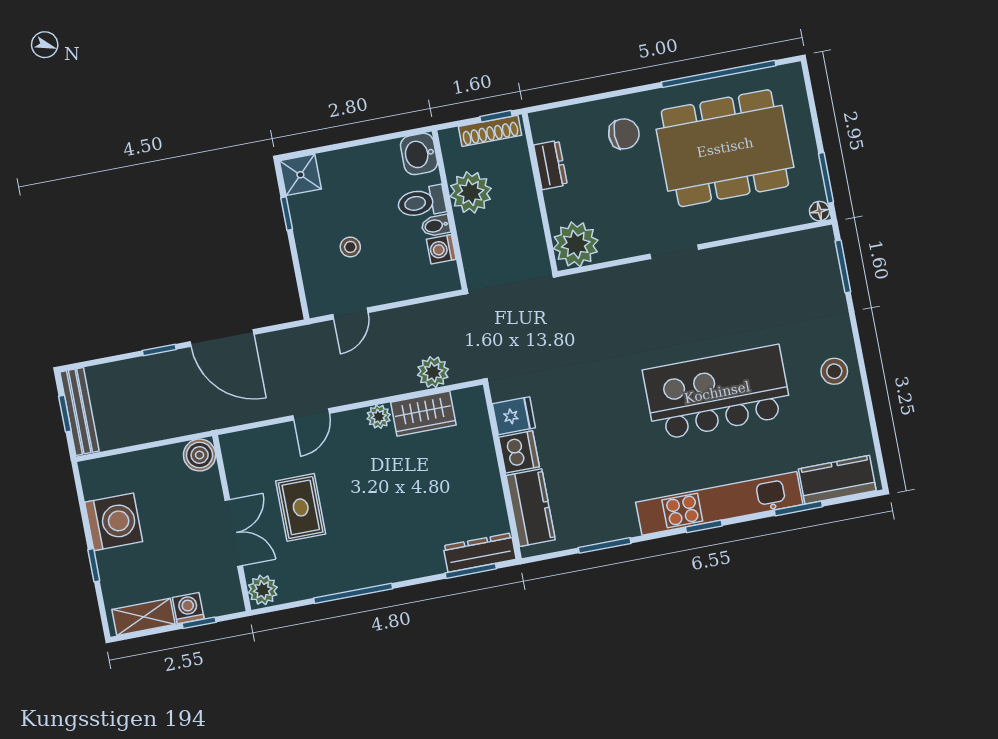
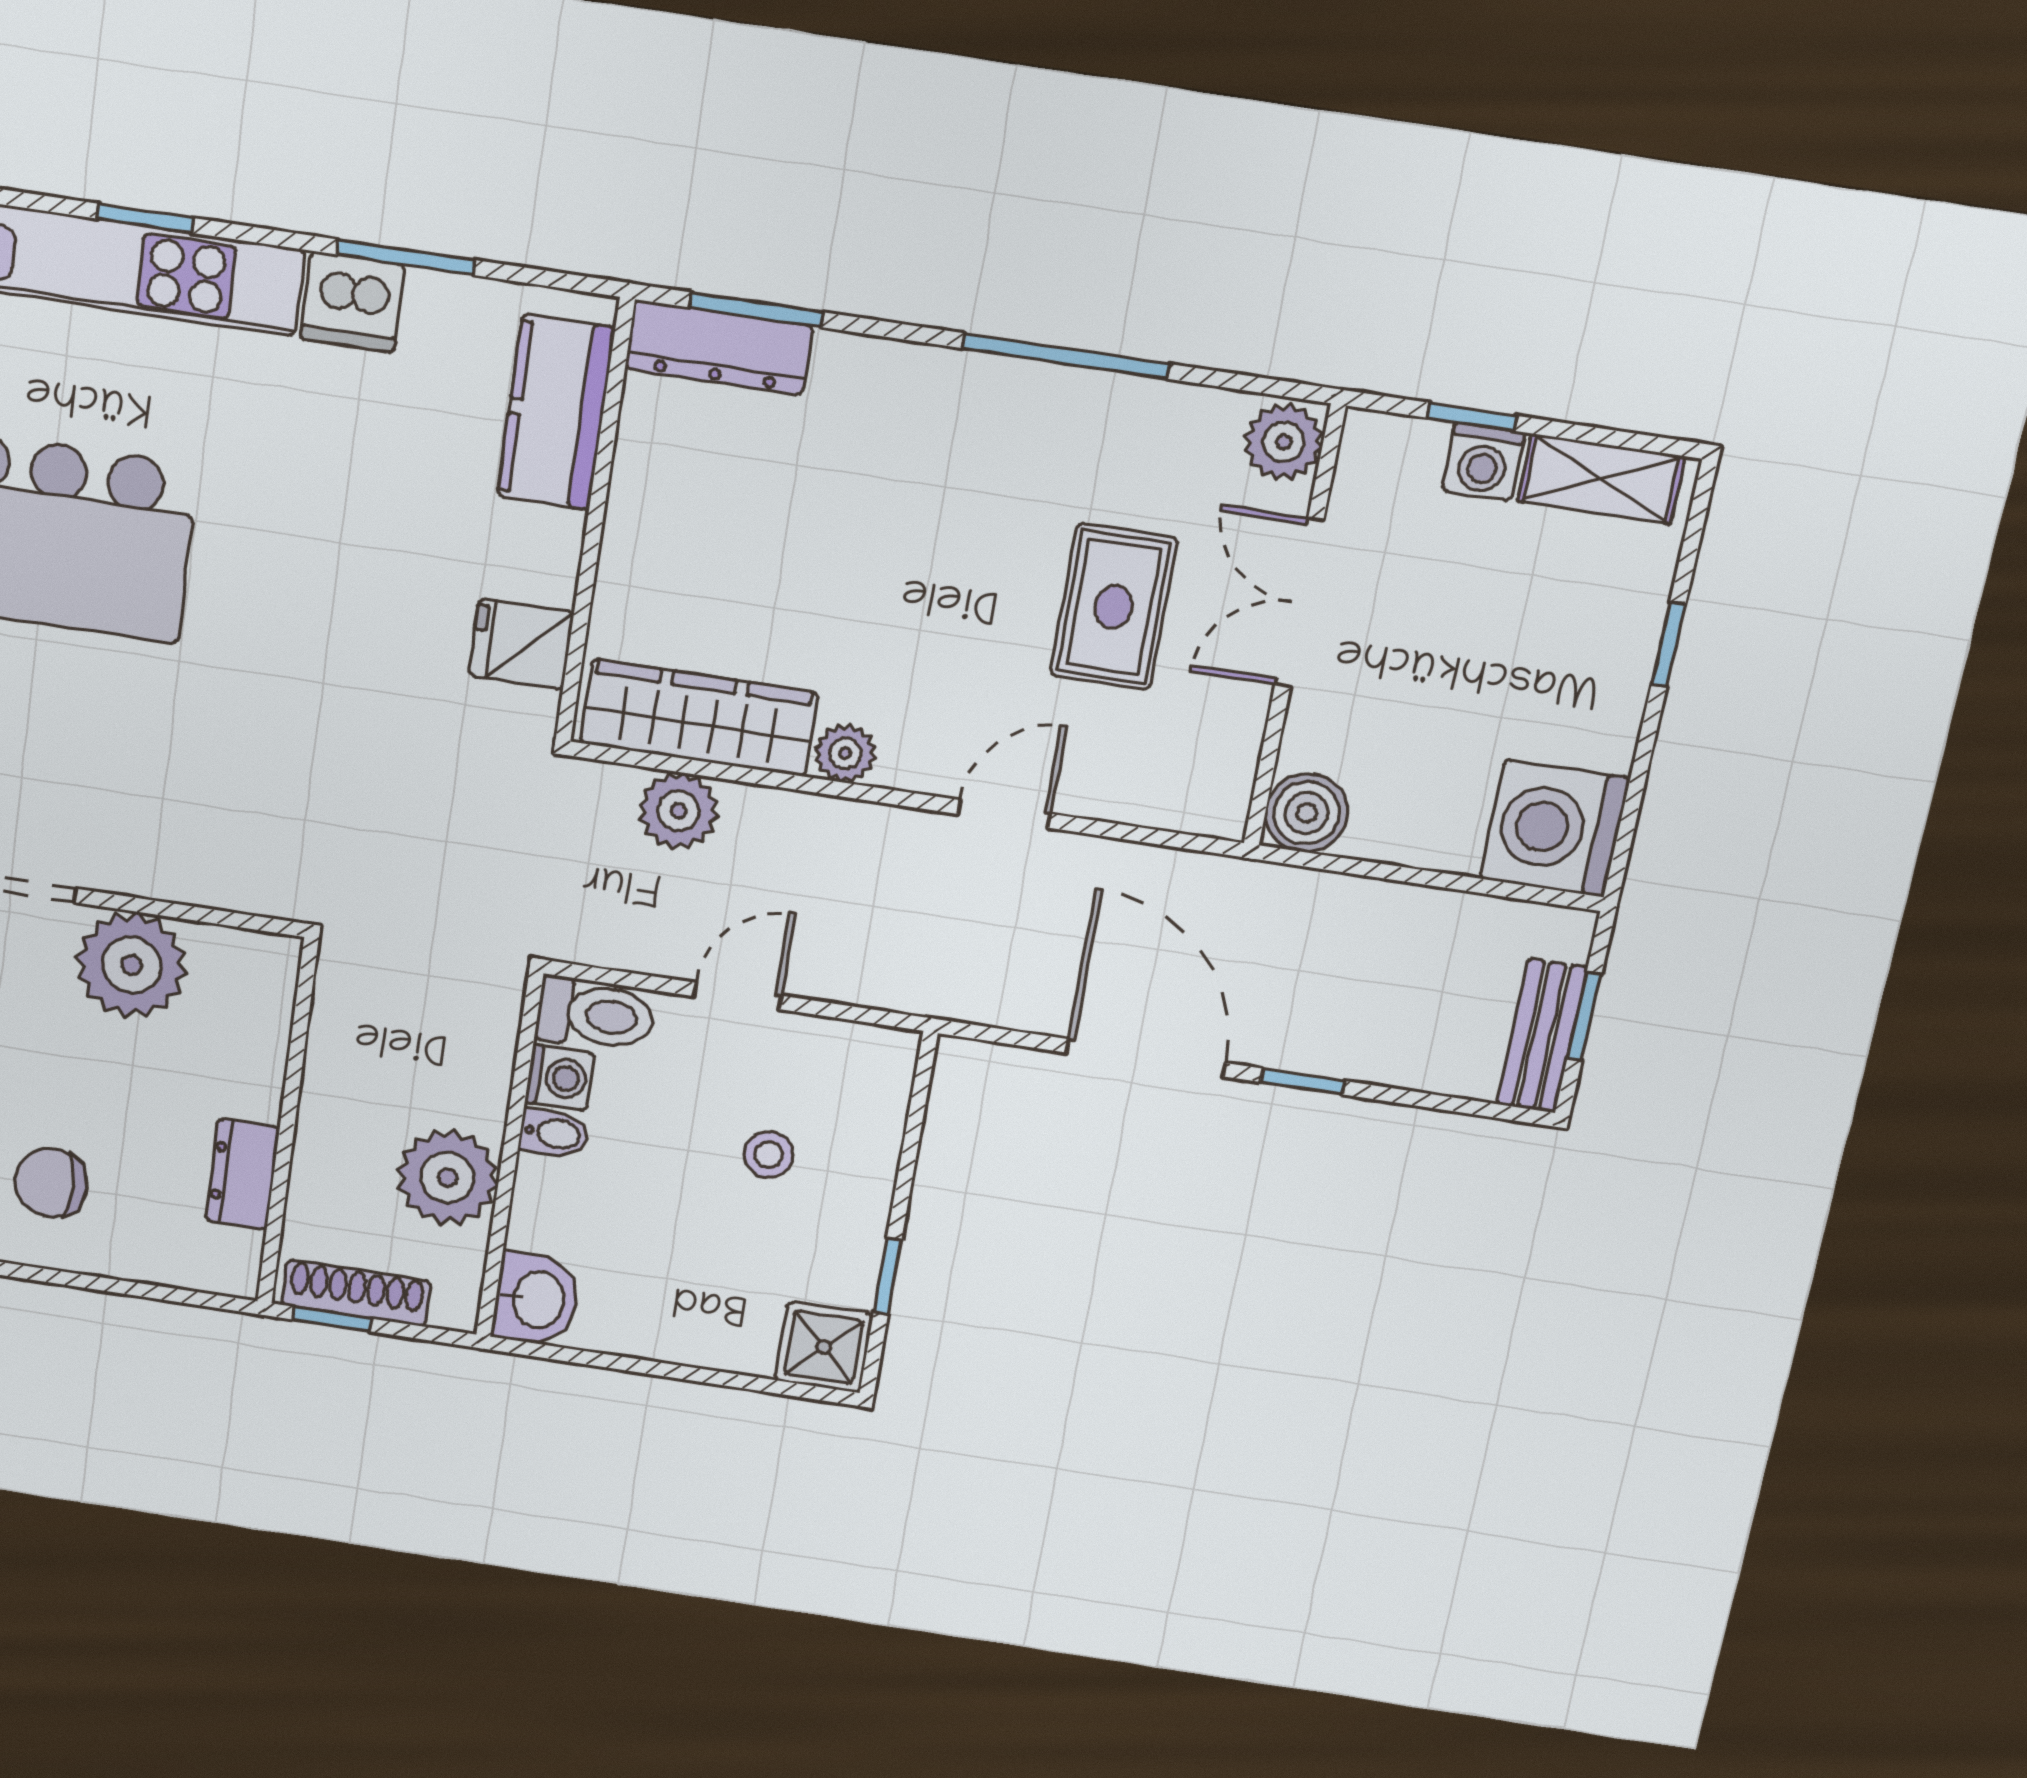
toilet: (422, 202) -> (595, 1015), moved
plant: (576, 244) -> (132, 965), moved
door: (350, 314) -> (738, 996), moved
bench: (80, 411) -> (1542, 1036), width x0.73
wardrobe: (423, 414) -> (699, 718), width x1.50
dishwasher: (519, 452) -> (353, 302), moved, turned -90
washing machine: (114, 522) -> (1555, 828), moved

